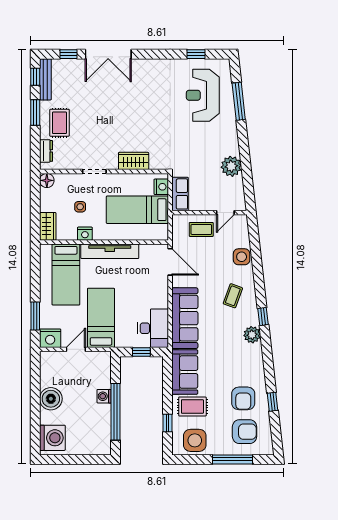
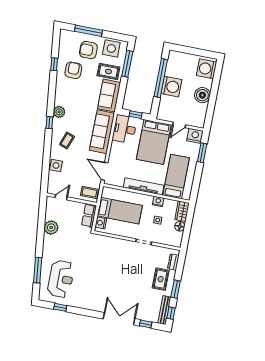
wardrobe: (134, 161) -> (116, 244), removed
floor lamp: (47, 180) -> (180, 226), moved
coffee table: (201, 229) -> (89, 192), moved
bed: (101, 318) -> (154, 142), width x1.50
washing machine: (104, 396) -> (171, 87), width x1.89, depth x1.89
window: (168, 423) -> (127, 64), width x2.17
armchair: (245, 432) -> (88, 50), moved

